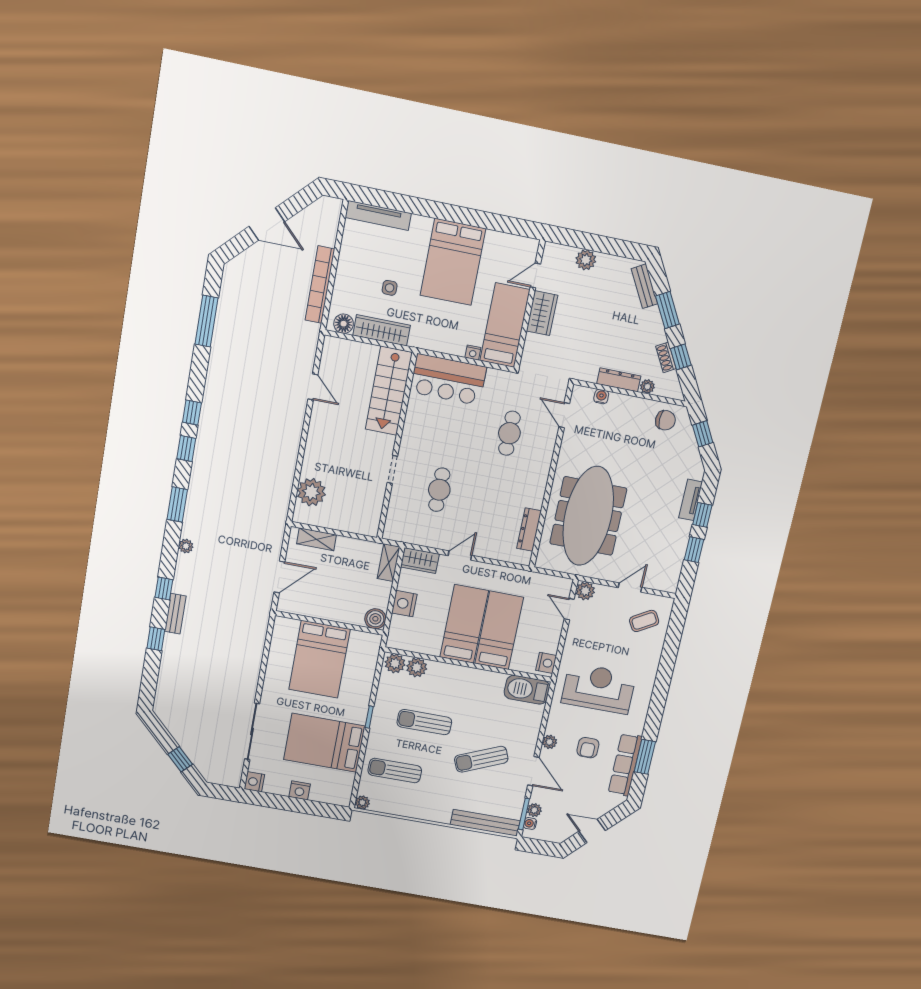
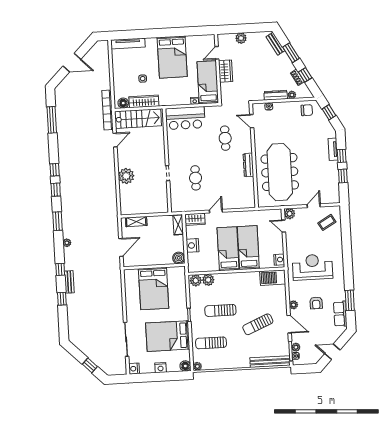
bookcase: (320, 285) -> (108, 110), moved
door: (313, 387) -> (115, 140), hinge flipped
stairs: (389, 391) -> (138, 119), moved, turned -90
plant: (311, 492) -> (126, 176), moved
dresser: (529, 530) -> (248, 165), moved
row of seats: (625, 765) -> (340, 314), width x0.68
floor lamp: (342, 797) -> (185, 366), added

